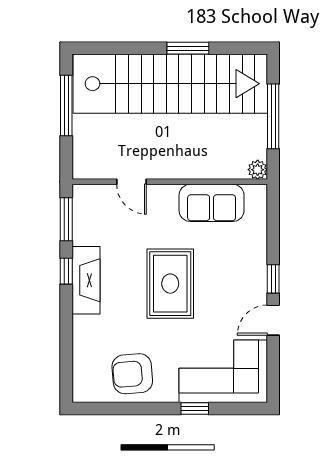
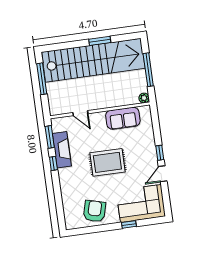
fireplace: (86, 280) -> (62, 150), moved
rug: (170, 284) -> (107, 162), turned 90
armchair: (132, 374) -> (94, 211), turned 110

